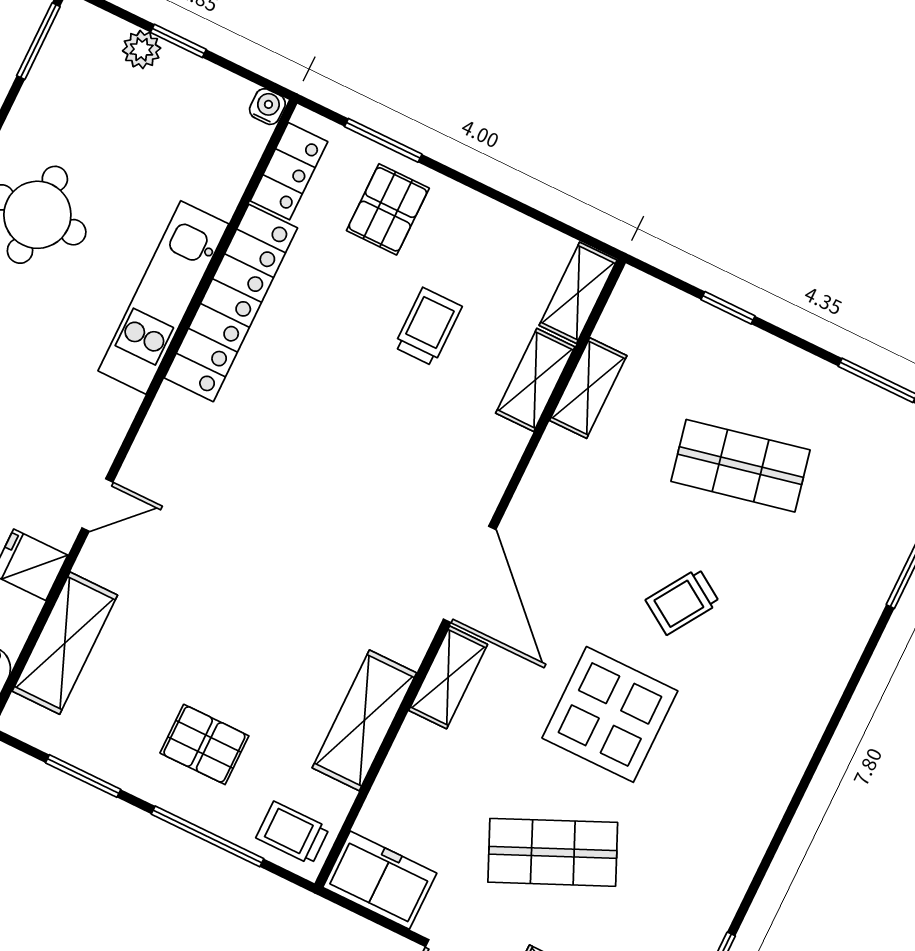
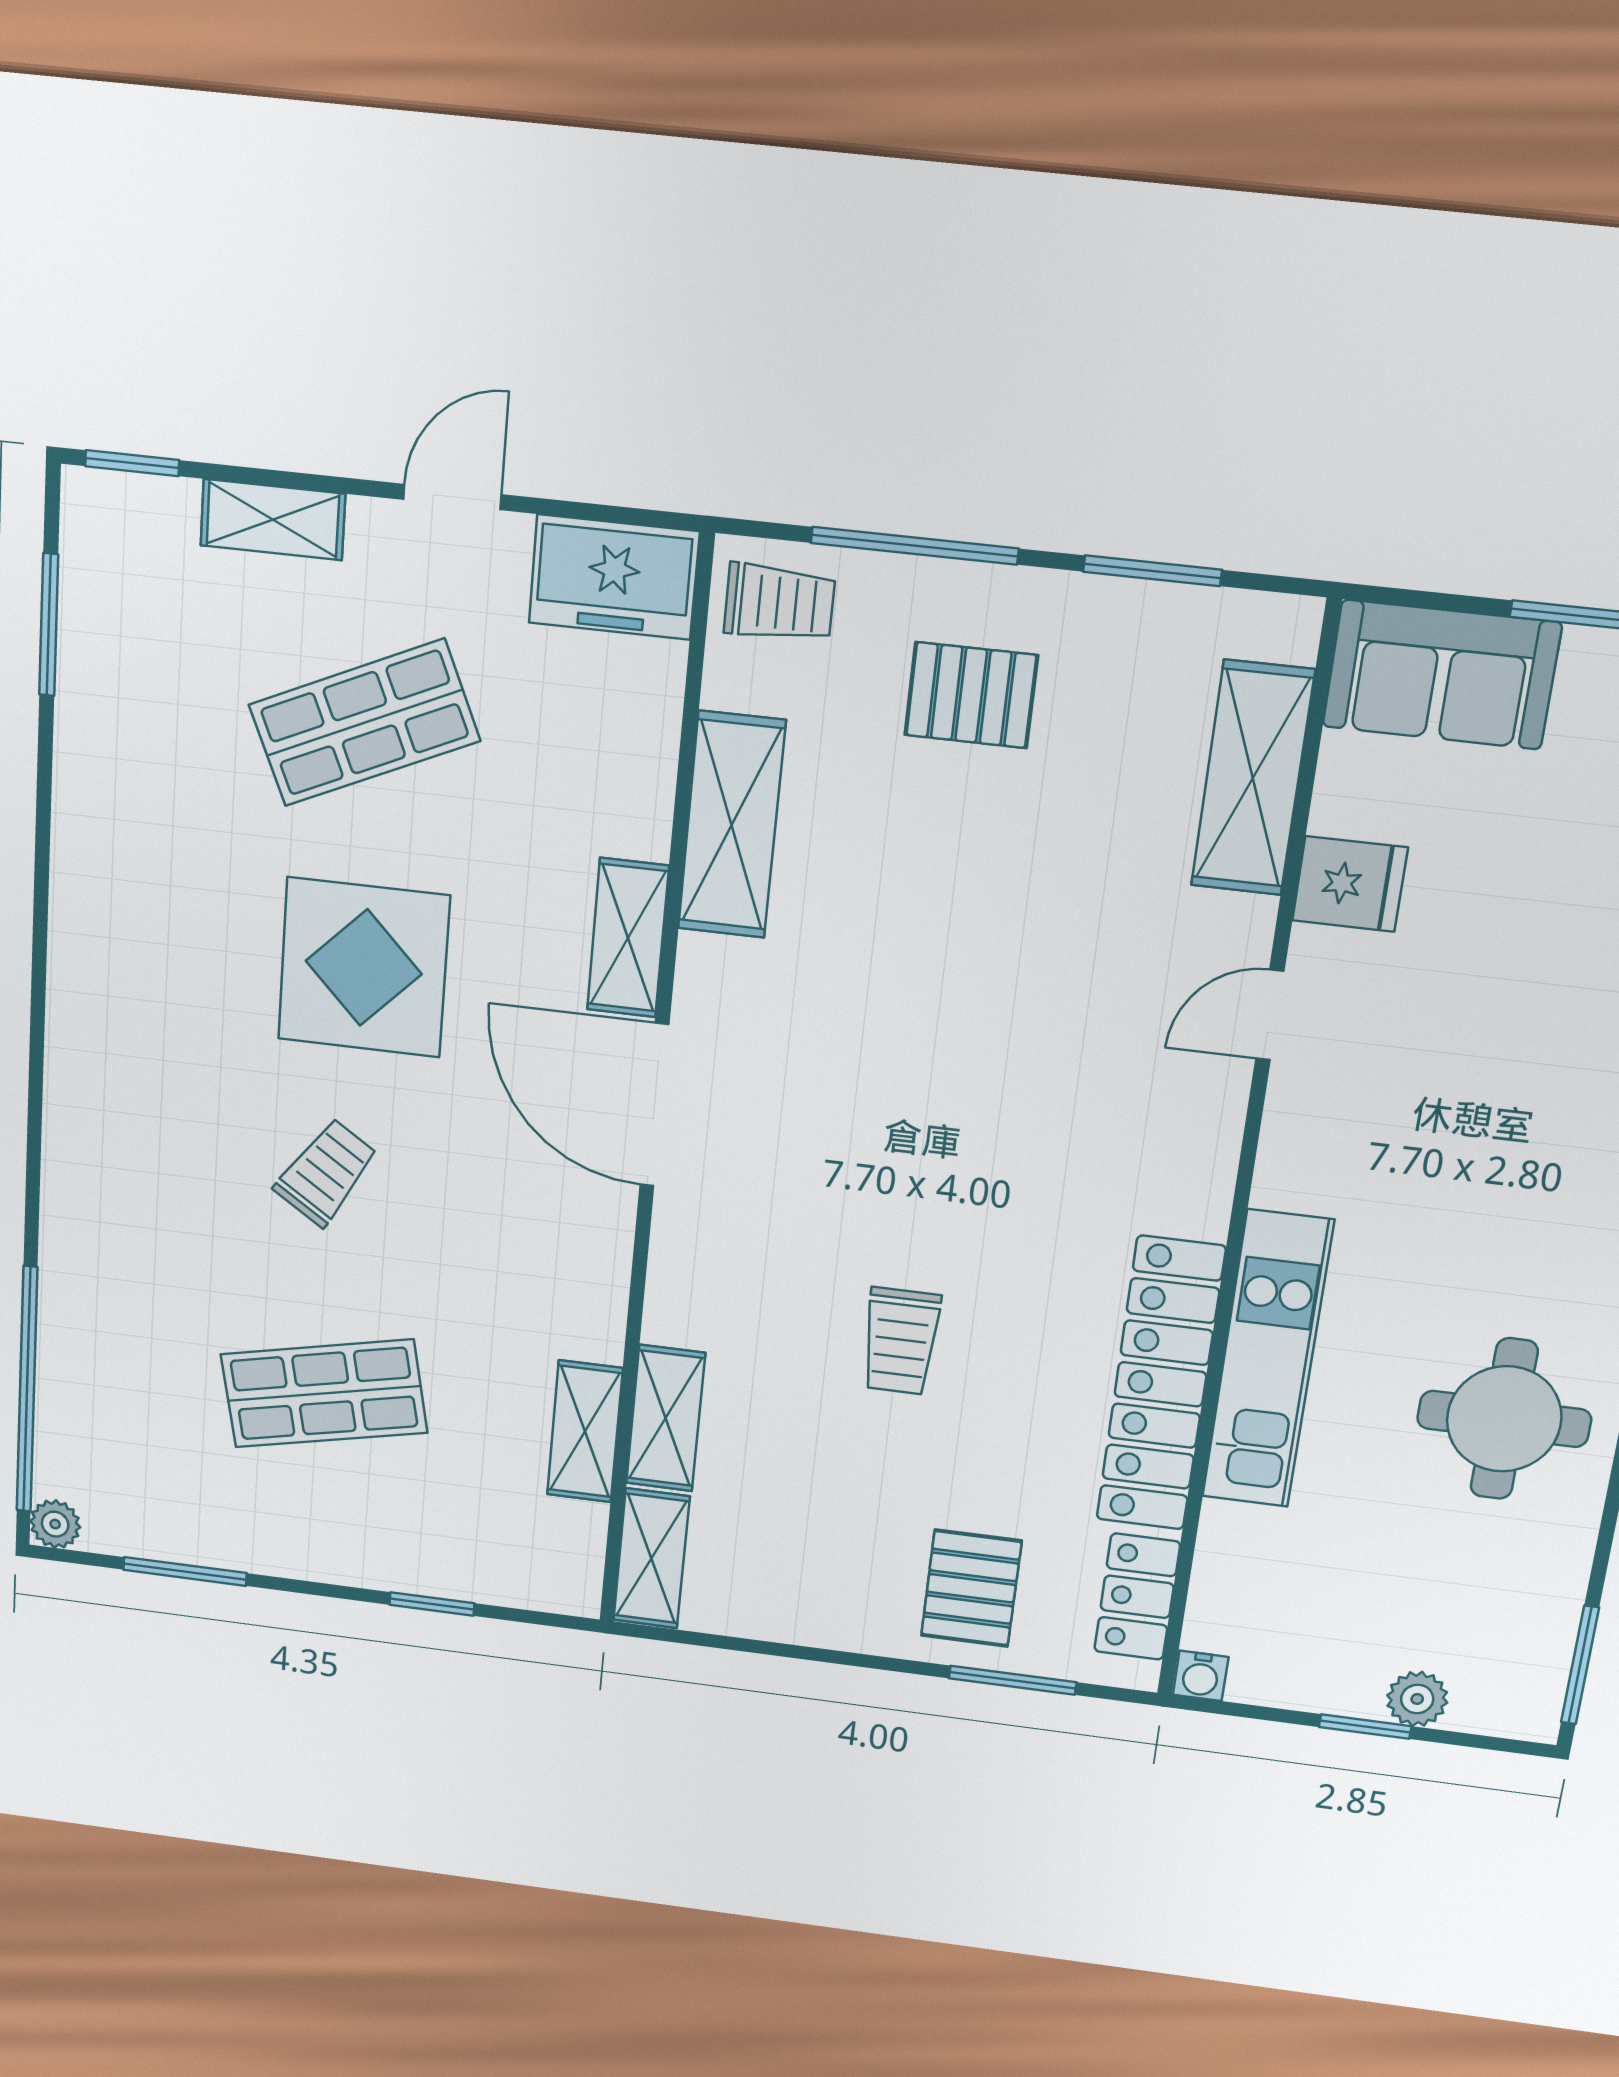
trolley: (428, 327) -> (901, 1341), moved

